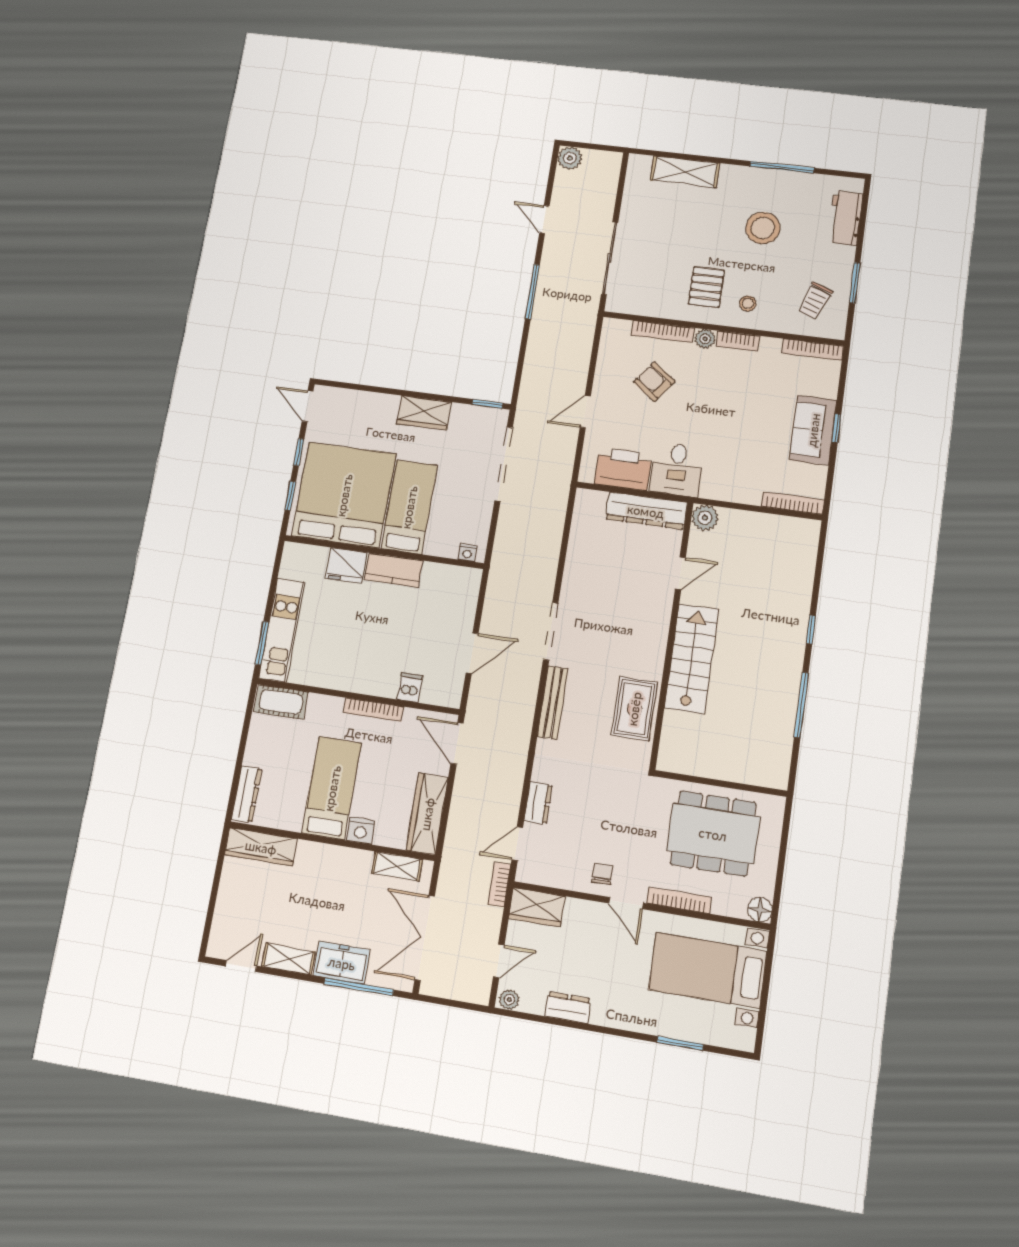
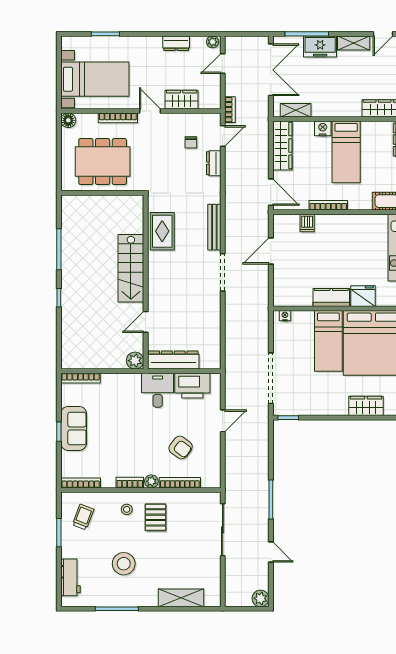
wardrobe: (424, 413) -> (366, 406), moved
chair: (602, 874) -> (191, 142), moved
wardrobe: (537, 907) -> (182, 100), moved

